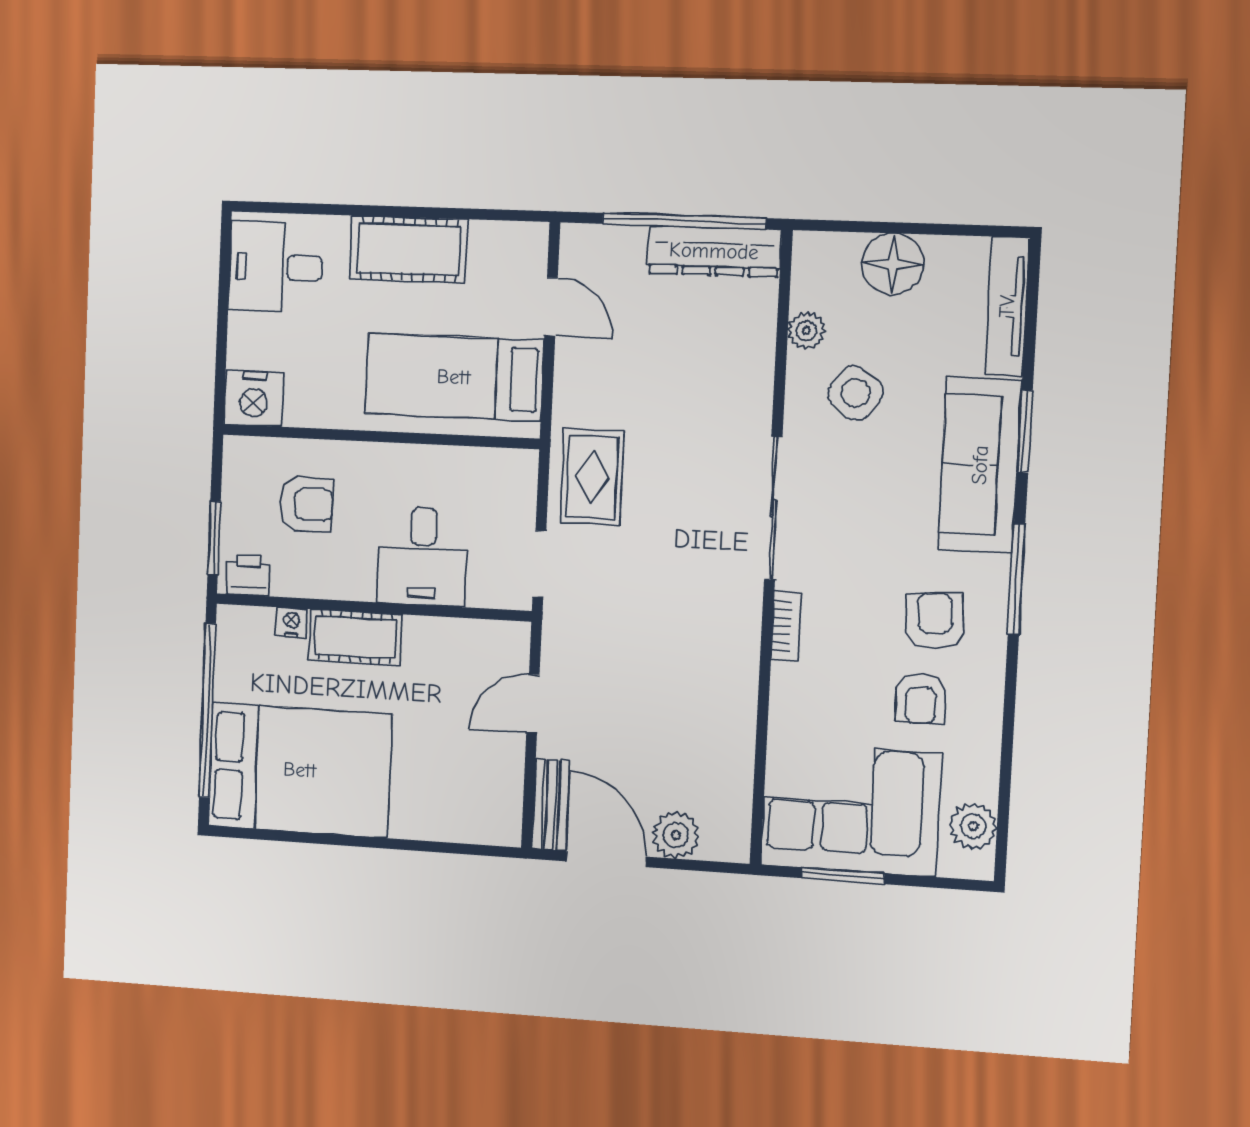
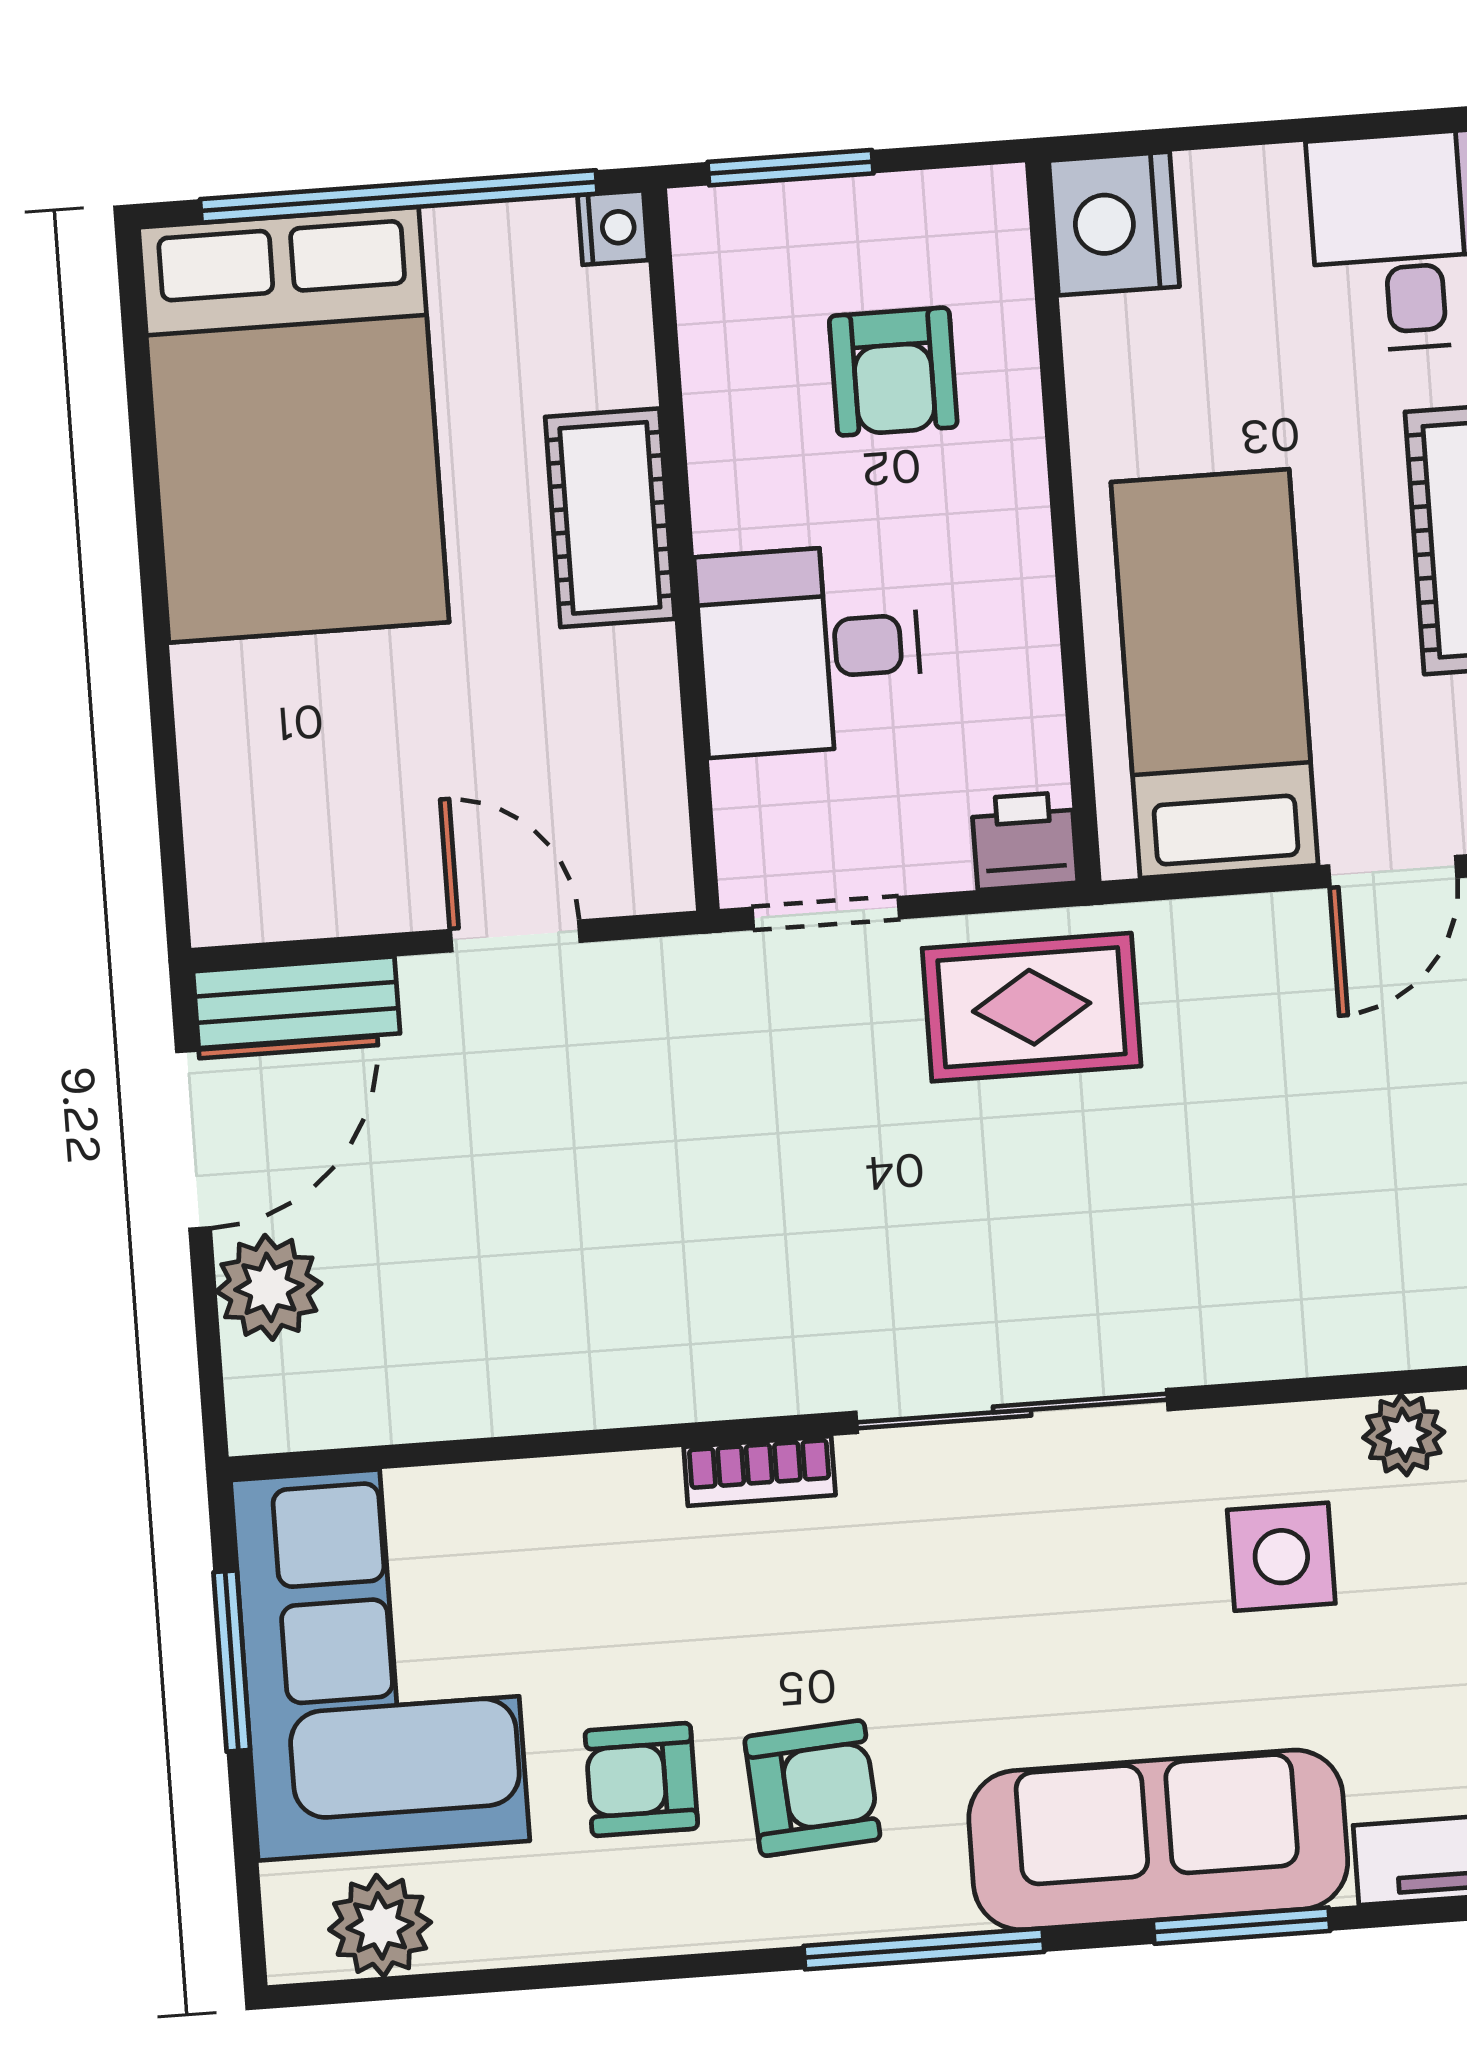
side table: (855, 393) -> (1281, 1557), turned -38
printer: (248, 575) -> (1025, 841), moved, turned -90
nightstand: (292, 623) -> (613, 228), moved

